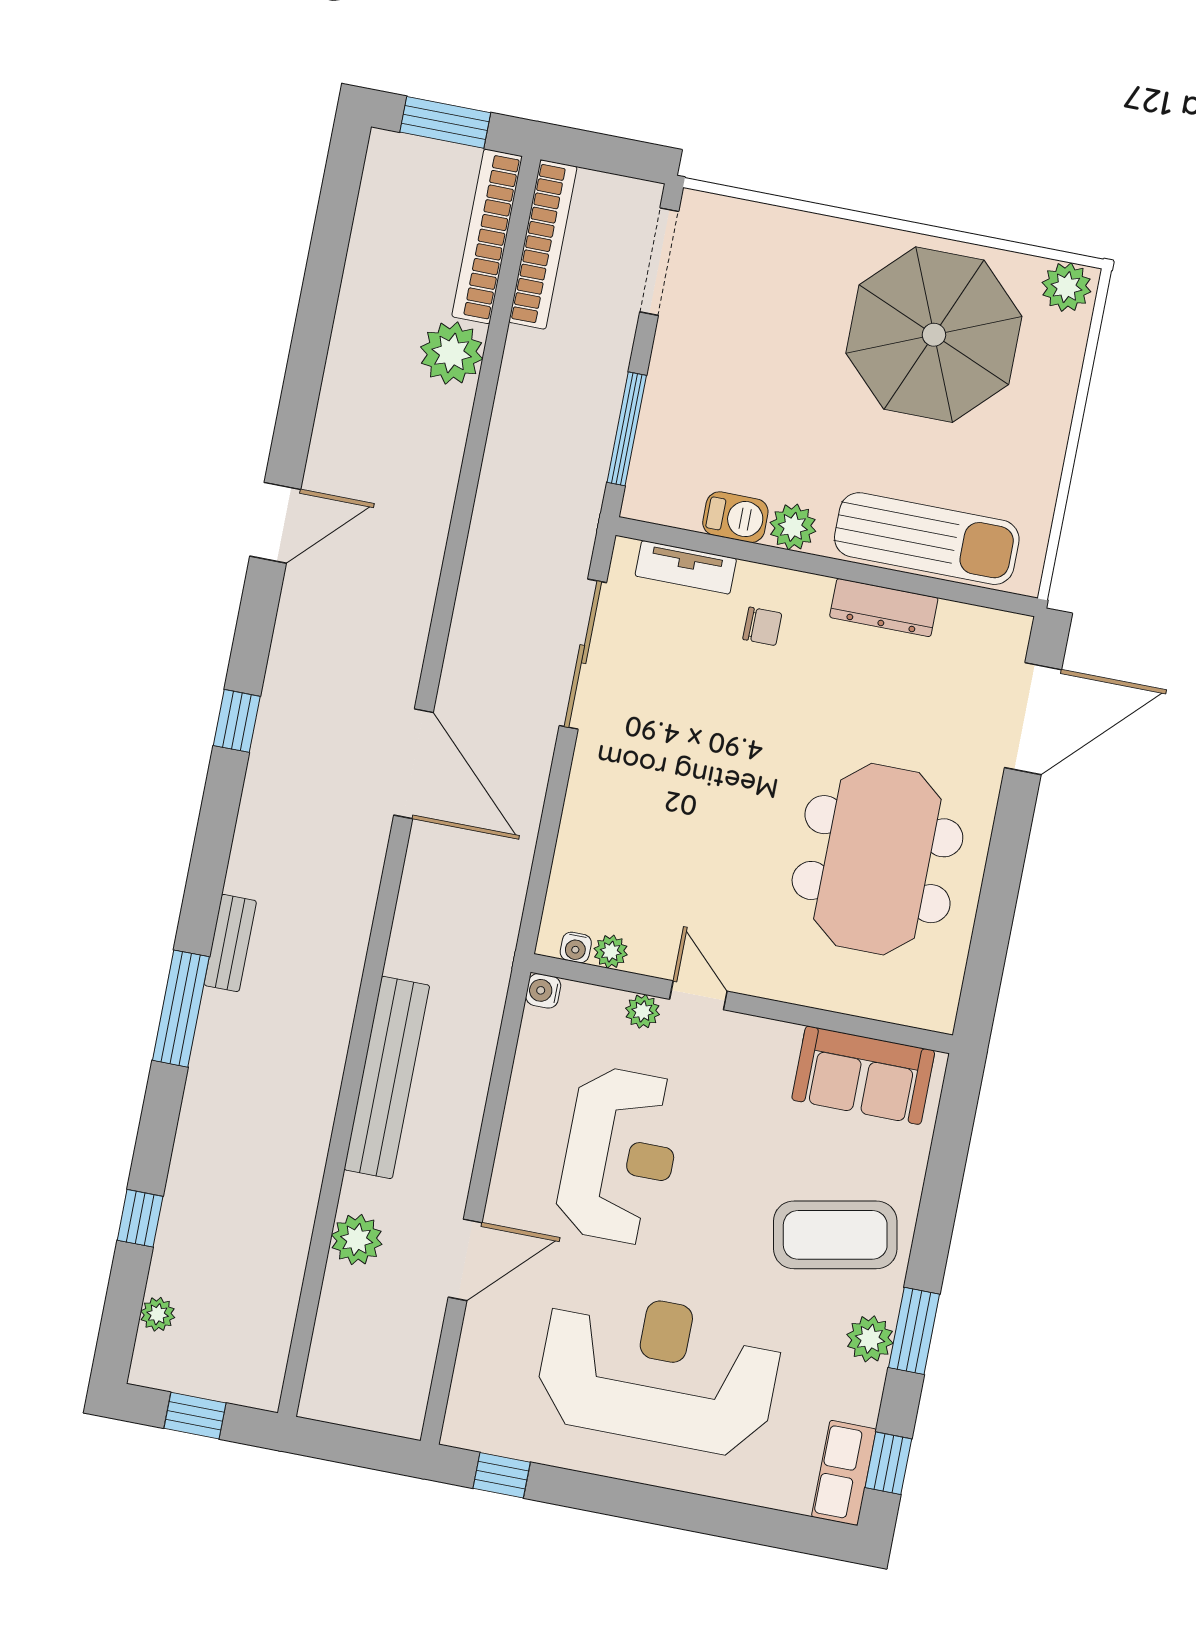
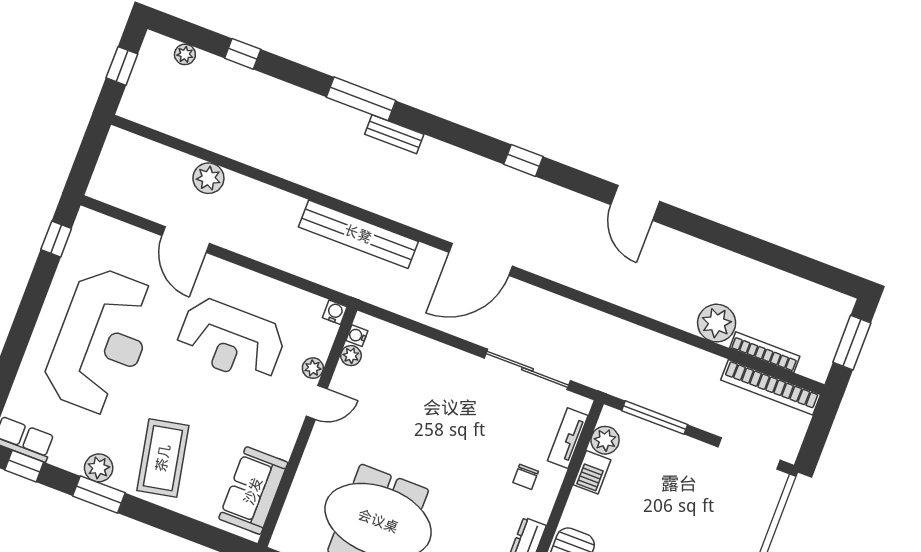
bookcase: (487, 236) -> (765, 352), width x0.68, depth x0.76
plant: (793, 527) -> (605, 440), moved
bench: (387, 1077) -> (358, 234), moved

